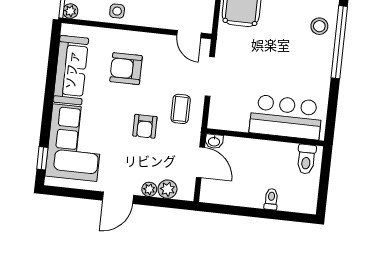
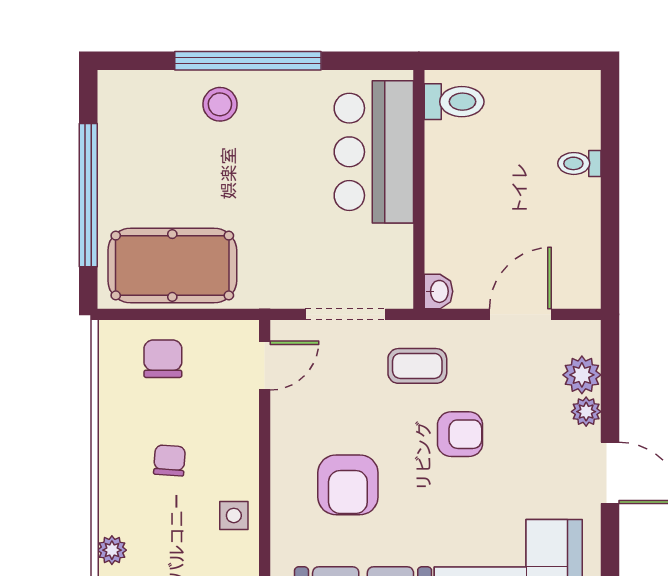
bar counter: (286, 117) -> (374, 152), moved
wall: (265, 137) -> (419, 189), moved
washbasin: (214, 141) -> (439, 291), moved
toilet: (306, 159) -> (454, 102), moved

